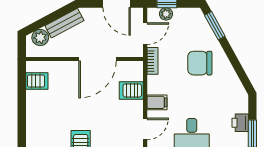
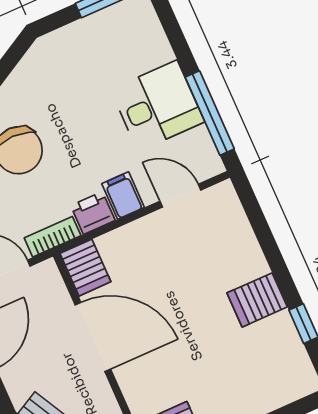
server rack: (131, 90) -> (85, 268), moved
printer: (240, 123) -> (93, 213), moved, turned 180

